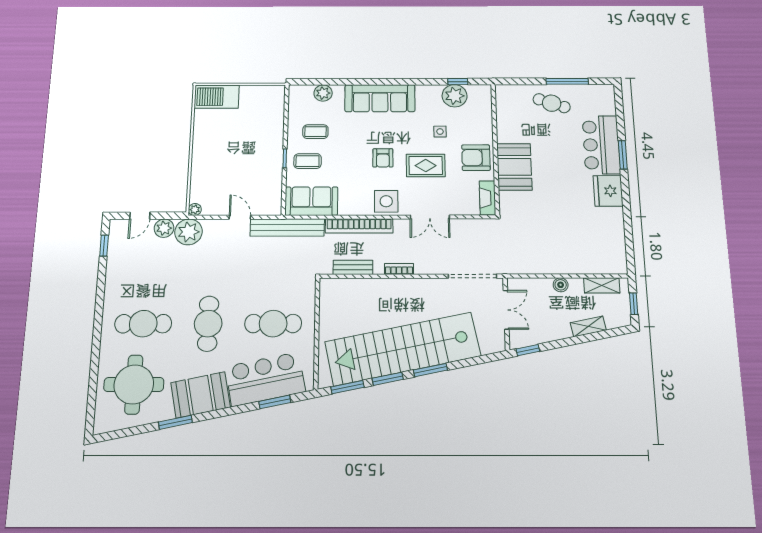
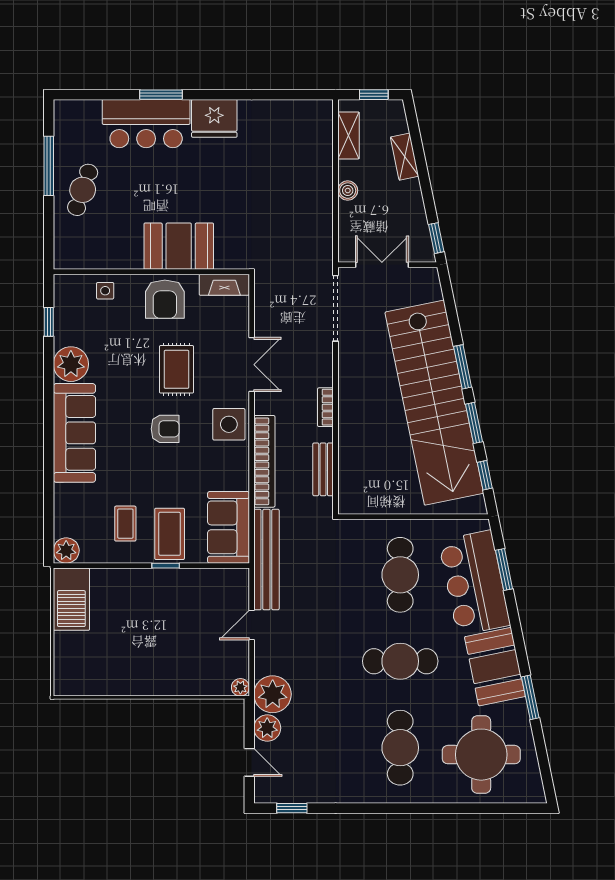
plant: (323, 93) -> (66, 550), moved
plant: (455, 96) -> (71, 364), moved
barbecue: (217, 97) -> (71, 599), moved
side table: (440, 132) -> (105, 291), moved
coffee table: (308, 161) -> (170, 534), width x1.36, depth x1.30
window: (347, 387) -> (485, 475), width x0.67

